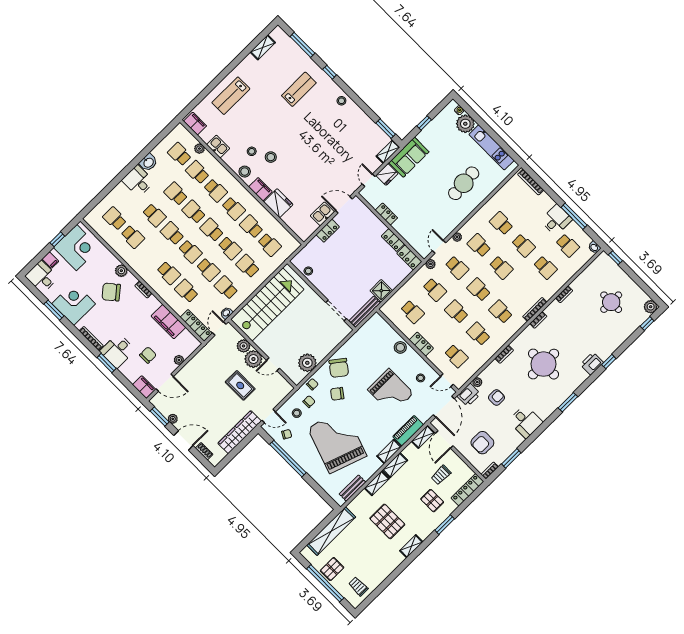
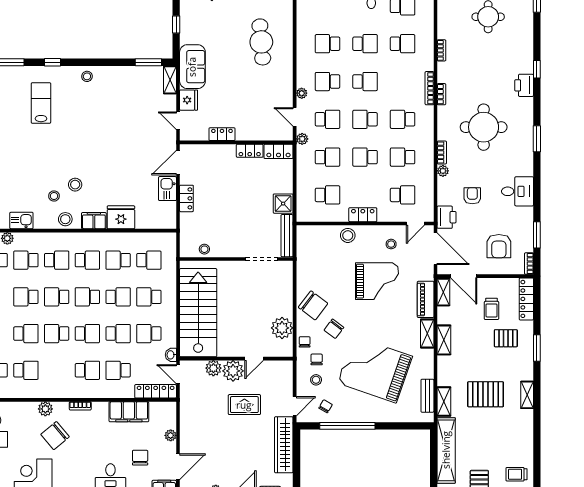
plant: (477, 382) -> (443, 171), moved
shelving: (377, 483) -> (444, 402), moved

